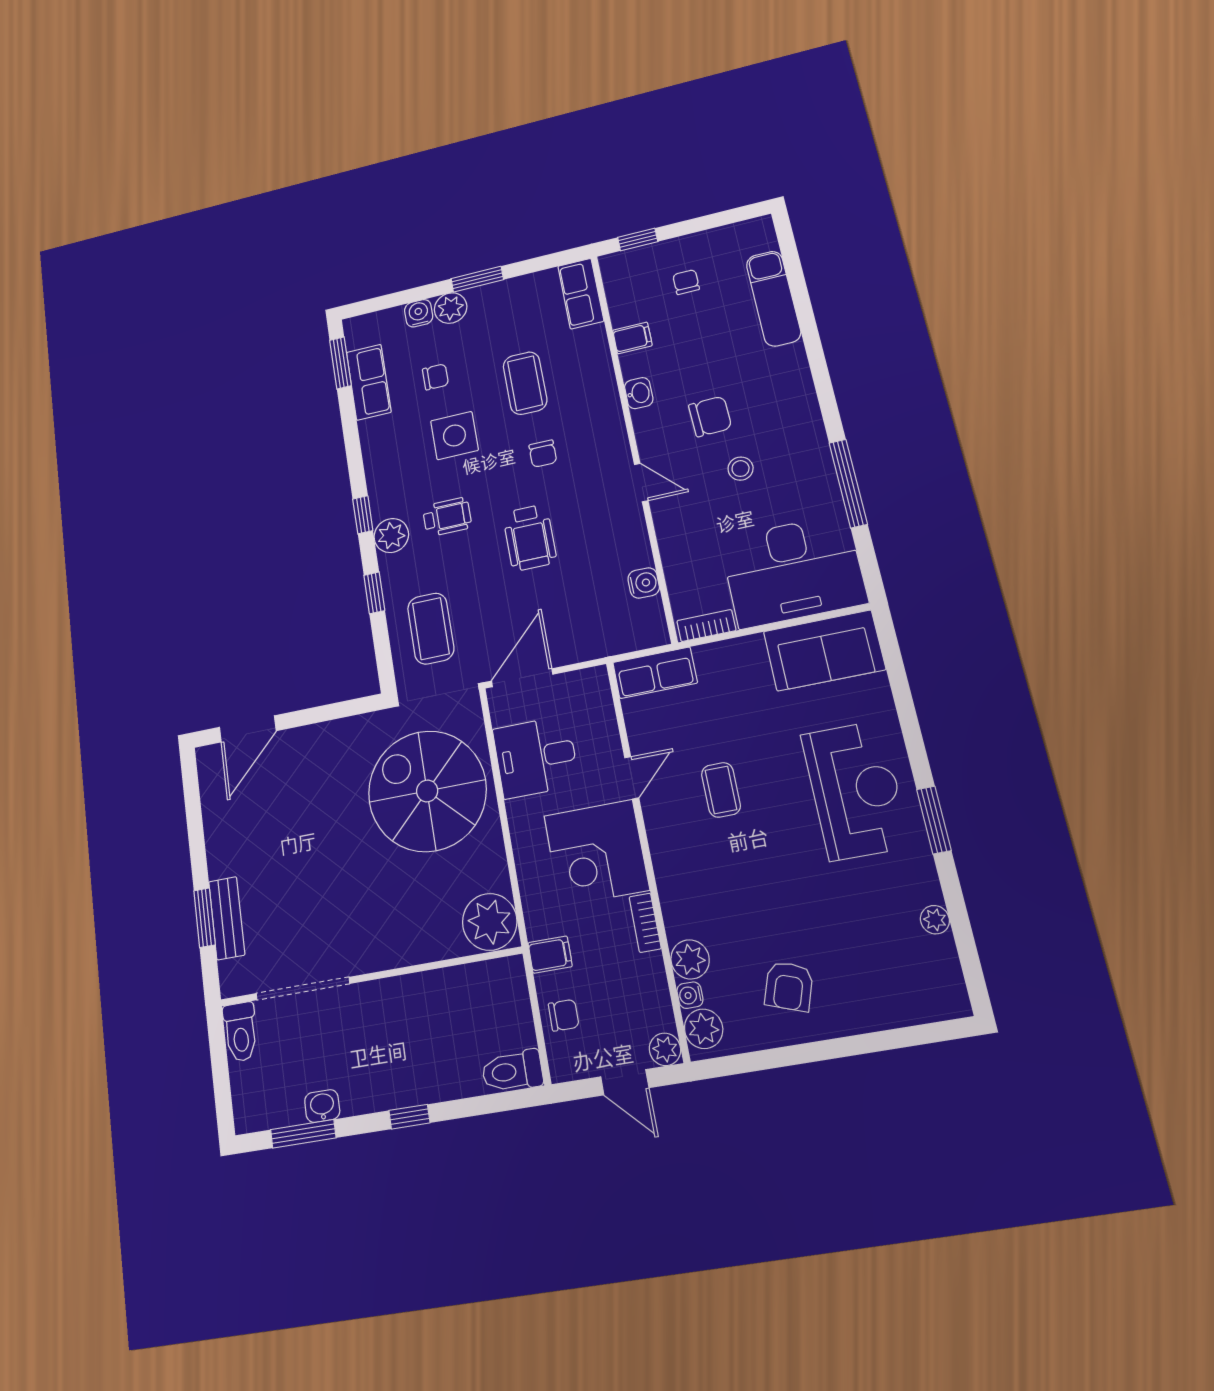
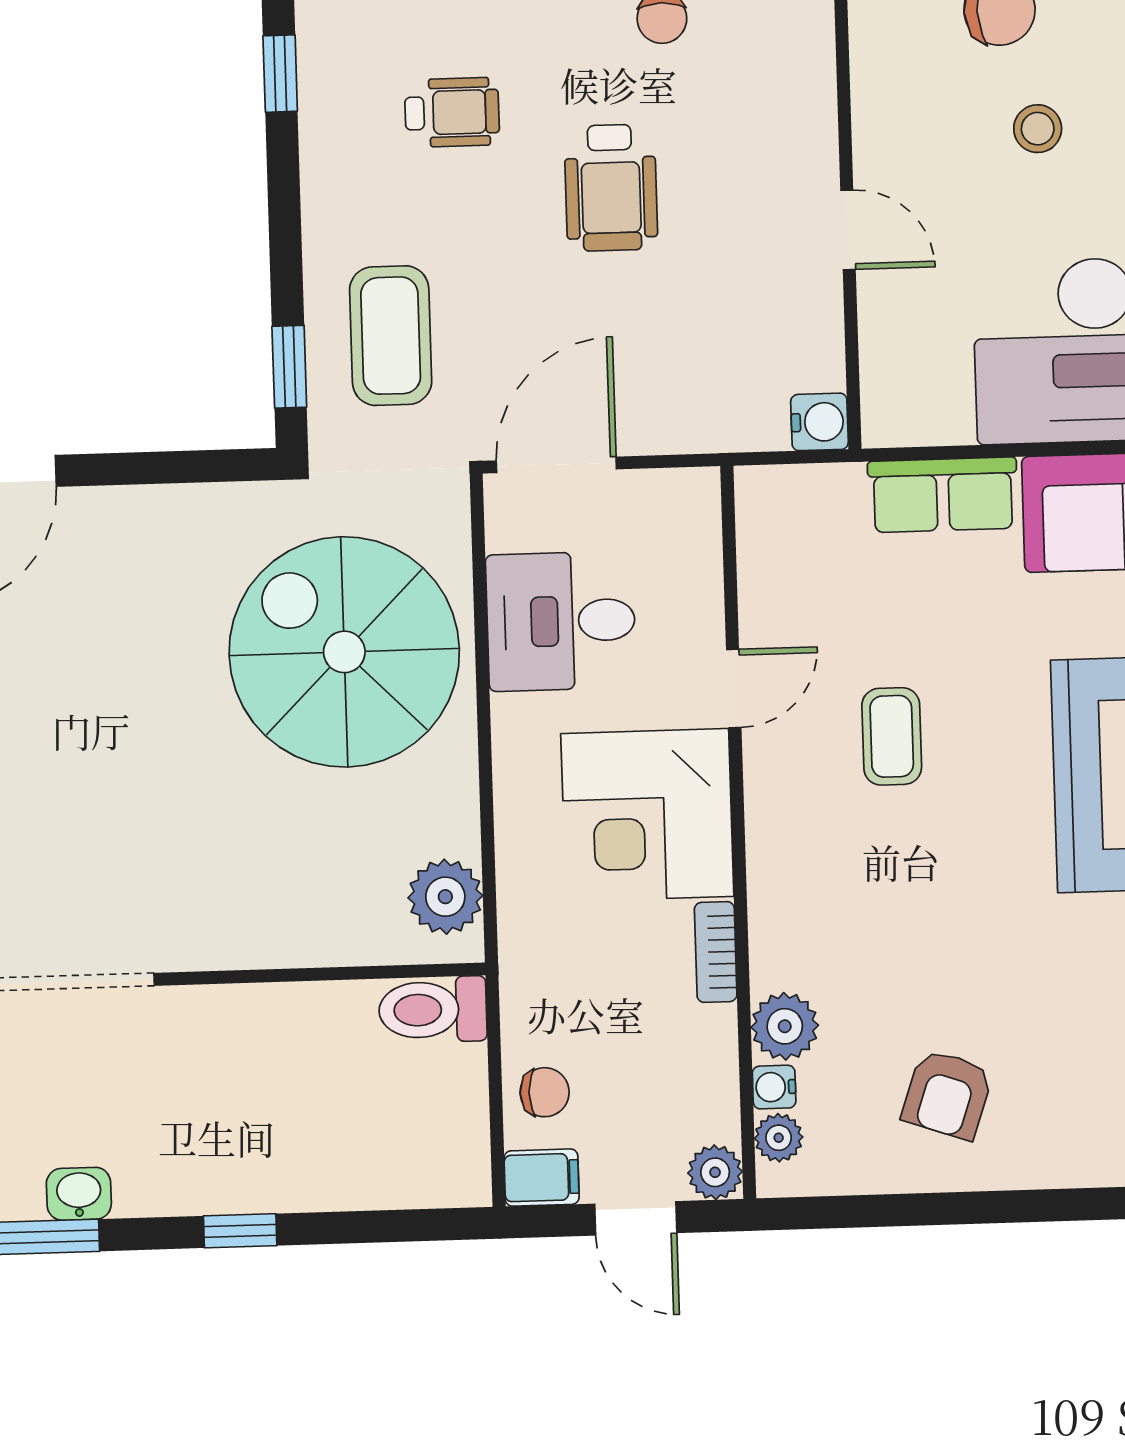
door: (641, 483) -> (848, 230), moved
plant: (391, 536) -> (334, 129), removed
water cooler: (644, 583) -> (819, 422), moved
window: (374, 593) -> (289, 367), moved
bookcase: (706, 626) -> (919, 426), removed
row of seats: (655, 673) -> (943, 495), moved
plant: (490, 922) -> (445, 897), width x0.73, depth x0.73
filing cabinet: (550, 955) -> (542, 1178), moved
plant: (704, 1029) -> (779, 1138), width x0.73, depth x0.73
toilet: (512, 1071) -> (433, 1010), moved

